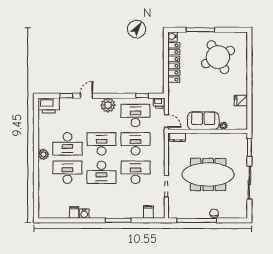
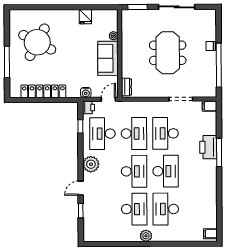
water cooler: (173, 36) -> (86, 93), moved
round table: (218, 57) -> (37, 42), turned -34
door: (87, 96) -> (81, 188), hinge flipped
printer: (49, 105) -> (208, 147), moved, turned 180
desk: (101, 144) -> (134, 171), turned 180
desk: (136, 144) -> (134, 134), turned 180
meeting table: (208, 174) -> (168, 53), width x0.73
filing cabinet: (74, 212) -> (210, 234), moved
filing cabinet: (148, 212) -> (209, 106), moved
water cooler: (84, 214) -> (212, 190), removed

